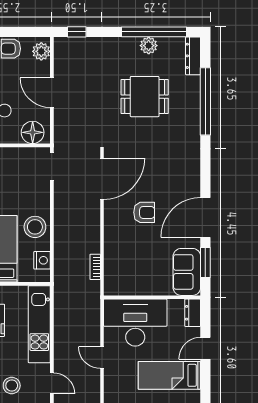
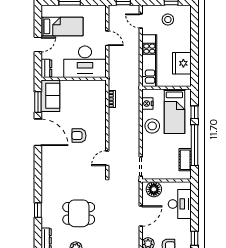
door: (52, 93) -> (141, 216), hinge flipped
window: (205, 101) -> (38, 210), width x0.32
door: (102, 179) -> (107, 158), width x0.53
door: (205, 217) -> (38, 132), hinge flipped

